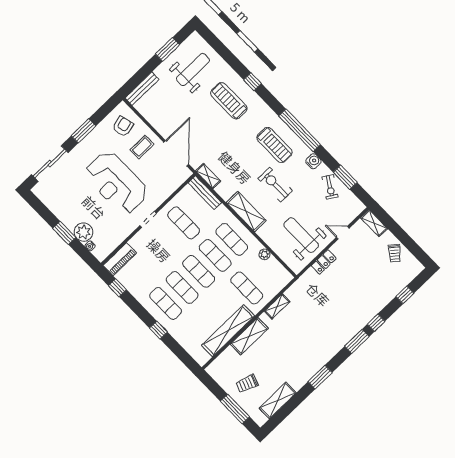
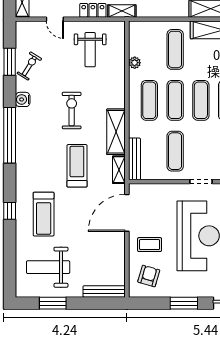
armchair: (123, 126) -> (149, 276), turned 120
treadmill: (275, 145) -> (77, 166), moved
exercise bike: (275, 185) -> (72, 110), turned 180
shelving: (246, 212) -> (116, 132), moved
weight bench: (301, 235) -> (90, 50), width x0.73, depth x0.75
shelving: (277, 306) -> (122, 11), moved

